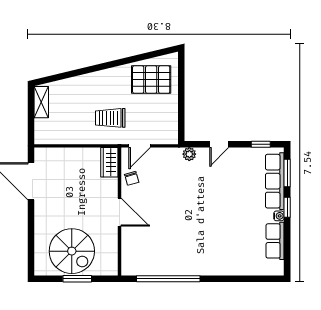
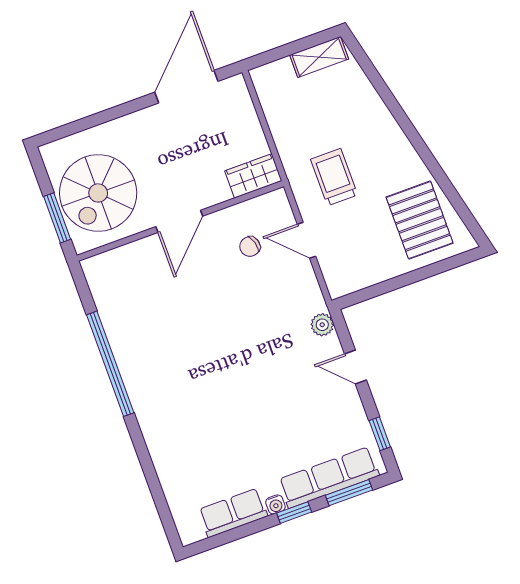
wardrobe: (109, 162) -> (253, 176), moved
wall: (120, 211) -> (180, 221), moved
door: (120, 212) -> (179, 221), moved

